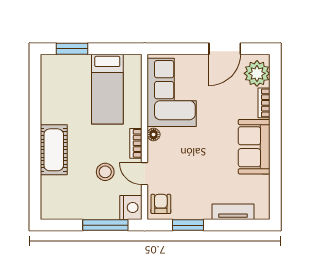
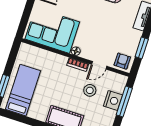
bed: (107, 89) -> (23, 90), moved, turned -90
armchair: (161, 204) -> (122, 61), turned 90
nightstand: (131, 207) -> (113, 101), moved, turned 90

